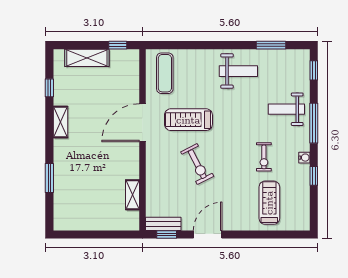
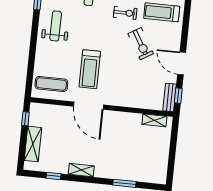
exercise bike: (197, 164) -> (141, 44), moved, turned 86
shelving: (133, 195) -> (154, 120), moved

